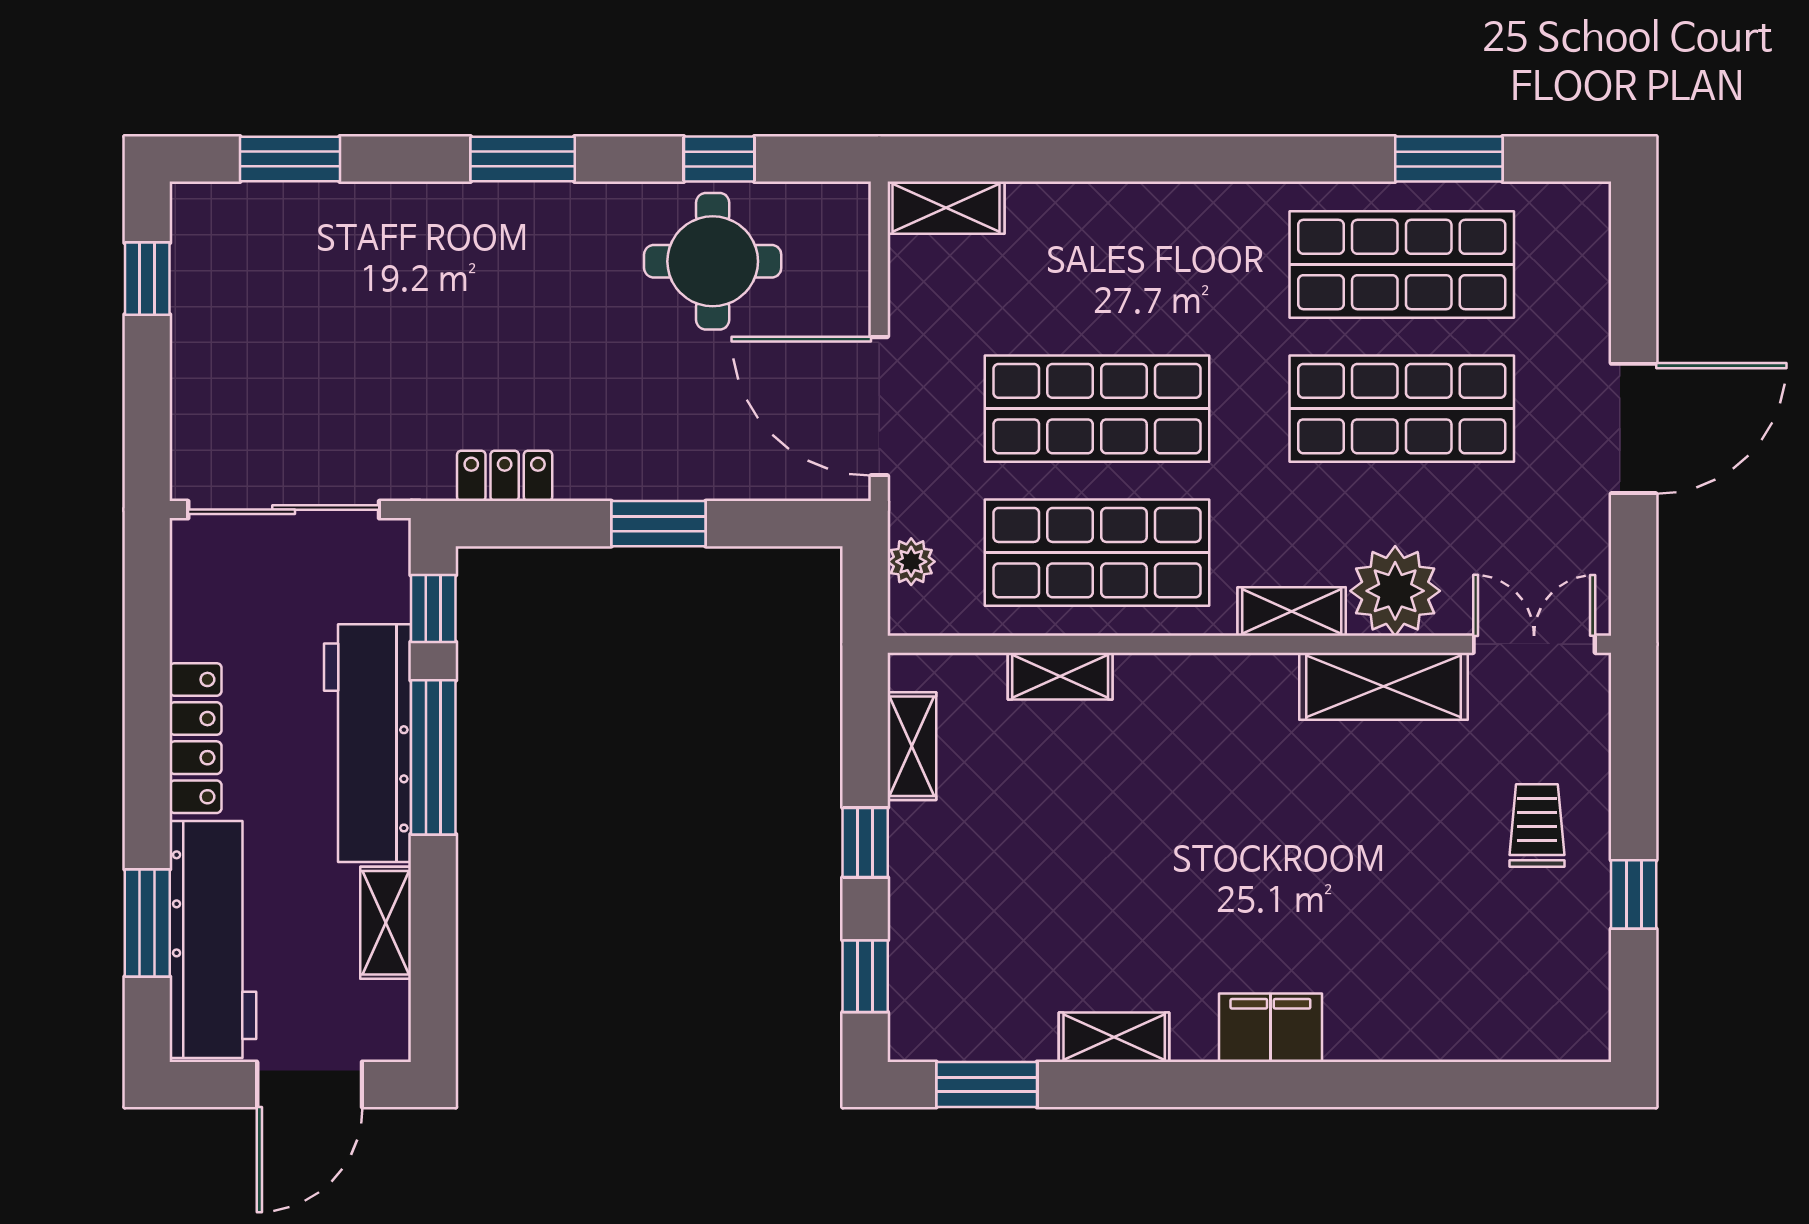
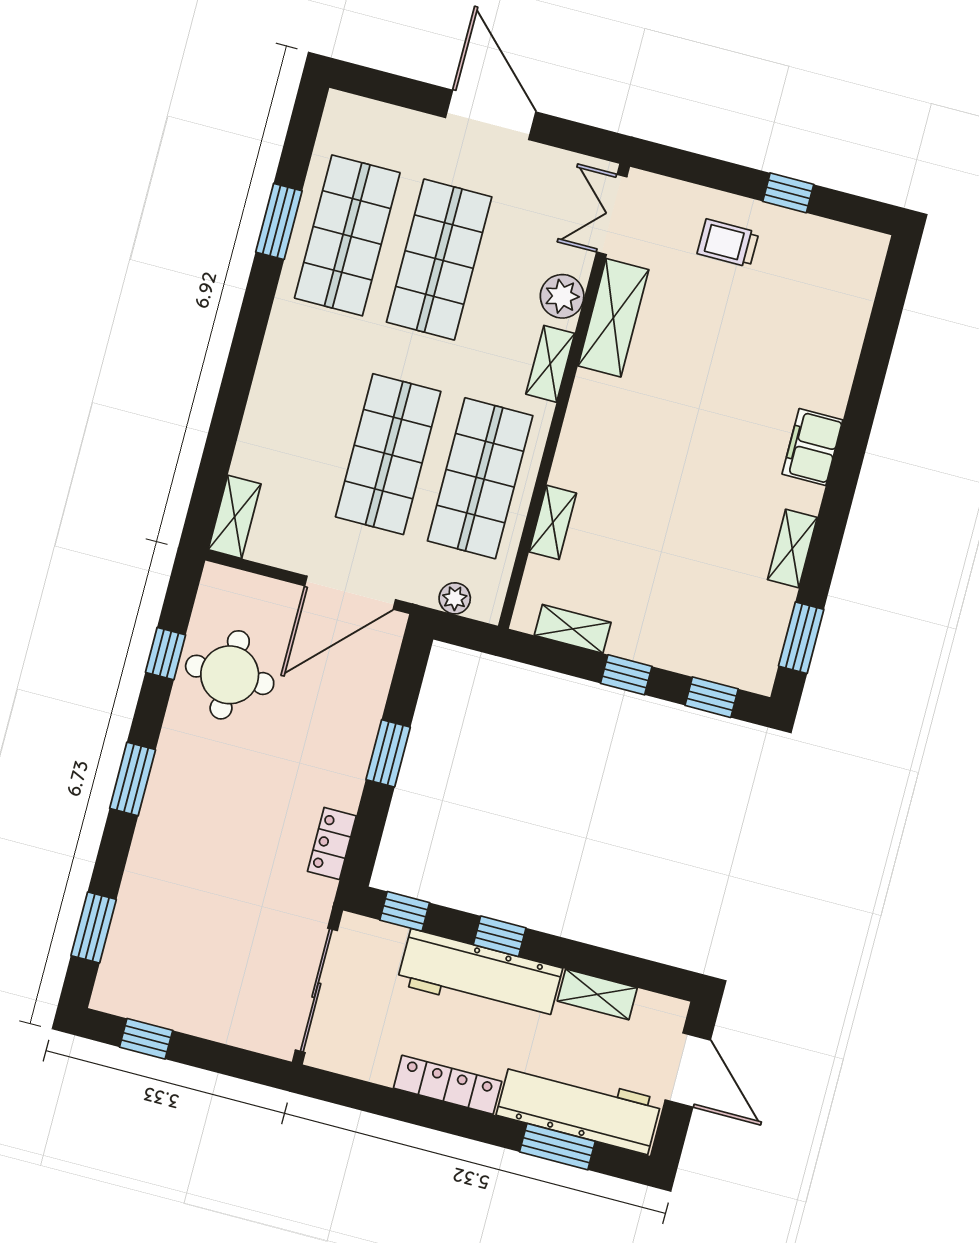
window: (1449, 159) -> (279, 221), moved
plant: (1395, 591) -> (562, 296), width x0.73, depth x0.73
window: (433, 757) -> (500, 936), width x0.46

